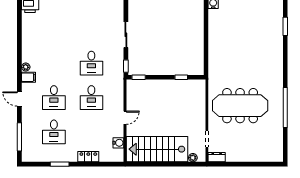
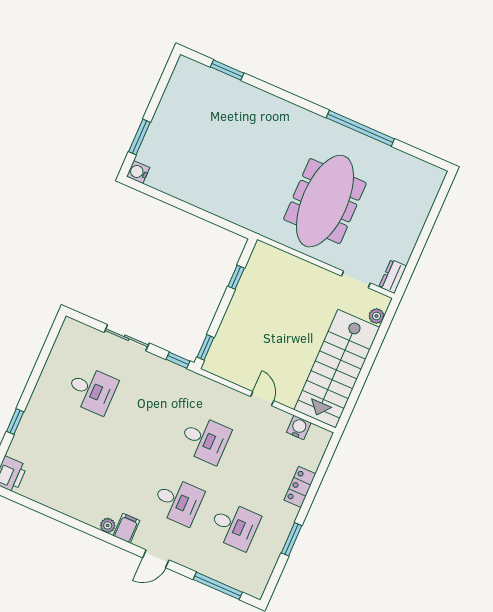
desk: (91, 63) -> (92, 390), moved

